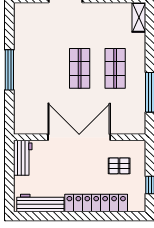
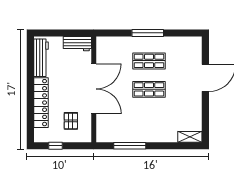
shop shelf: (115, 68) -> (149, 61), moved

